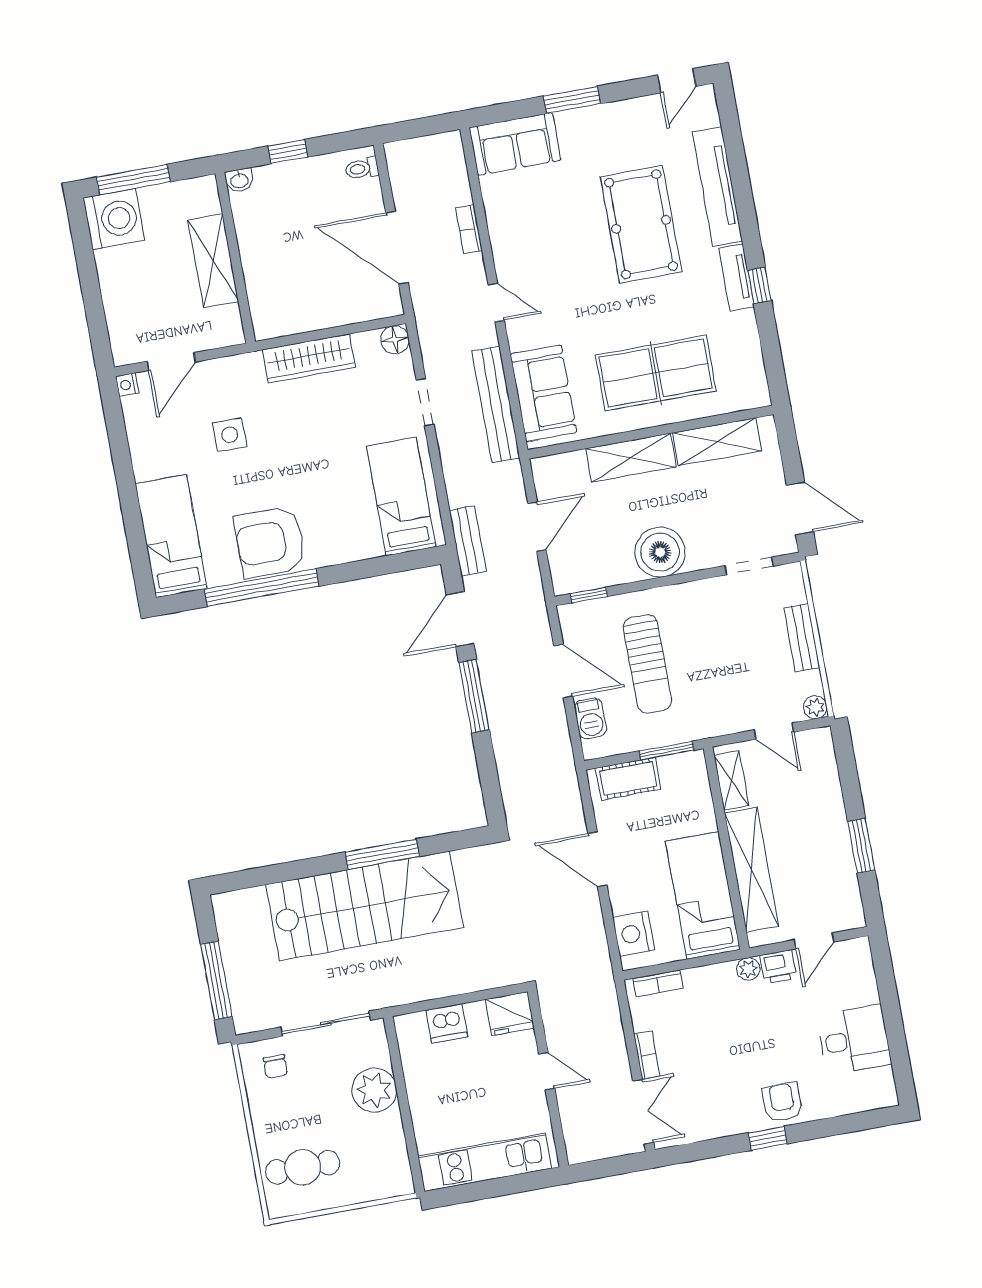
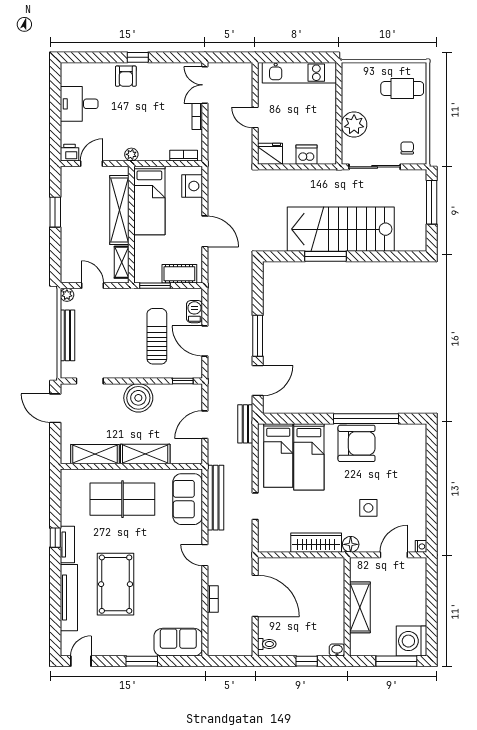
floor lamp: (395, 340) -> (351, 544), moved
bed: (171, 536) -> (309, 457), moved
bench: (802, 638) -> (67, 335), width x1.36
printer: (778, 967) -> (69, 153), moved

